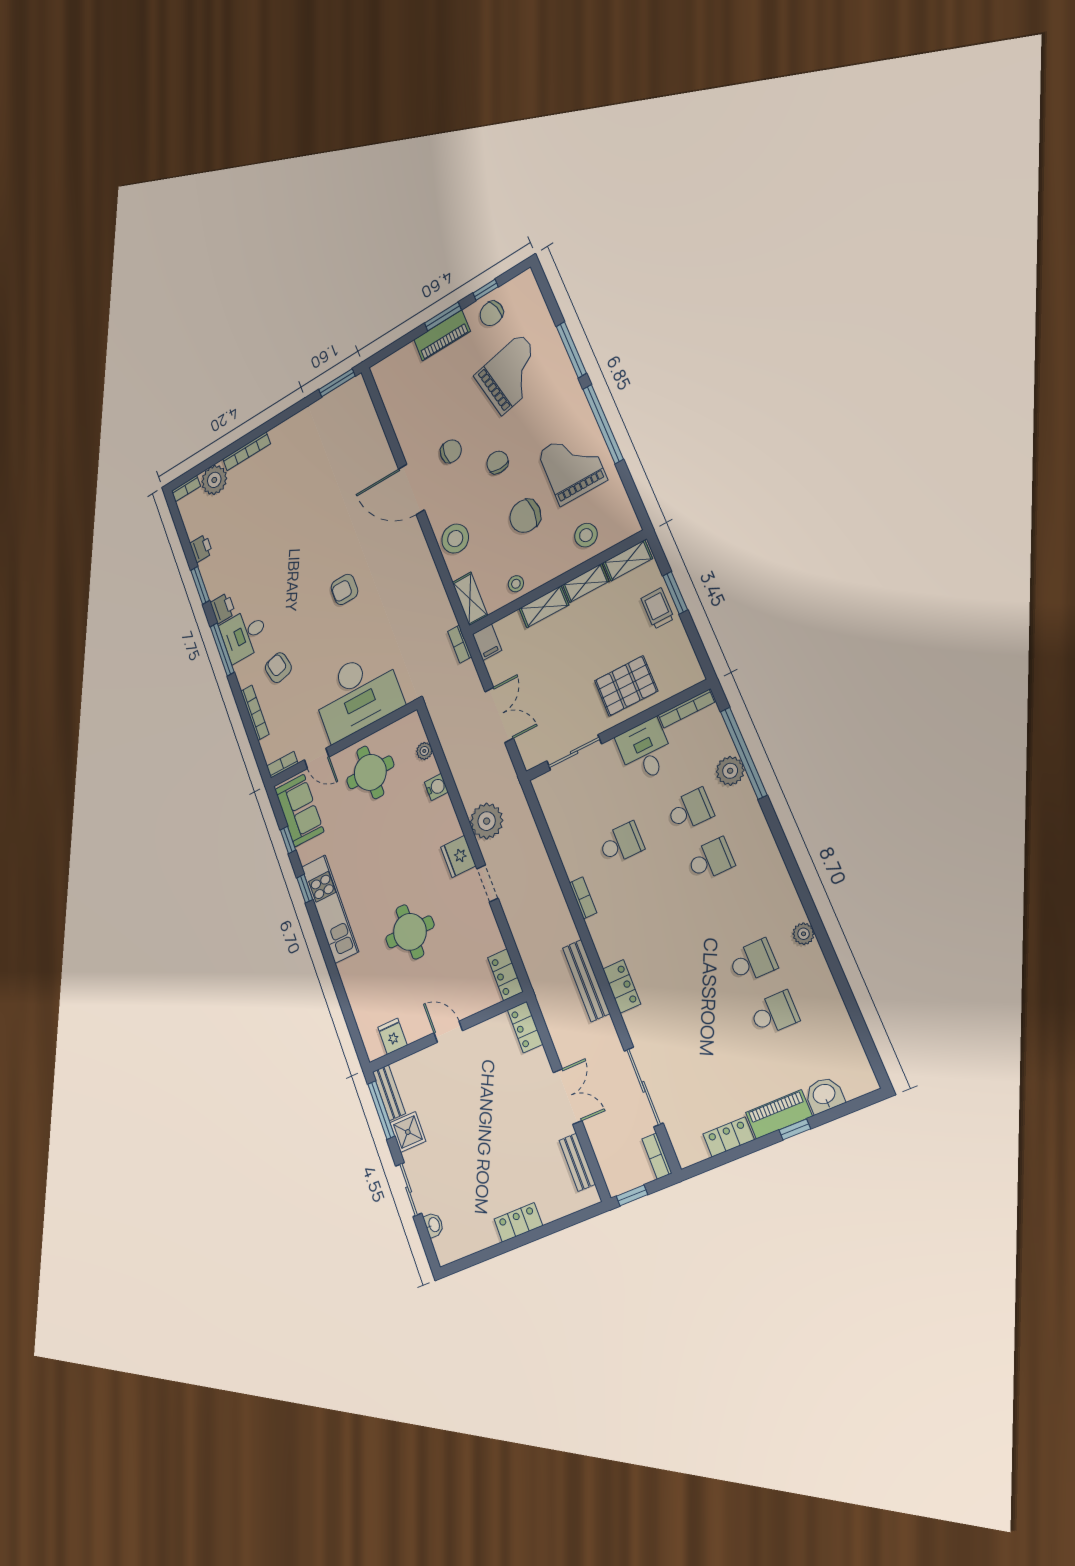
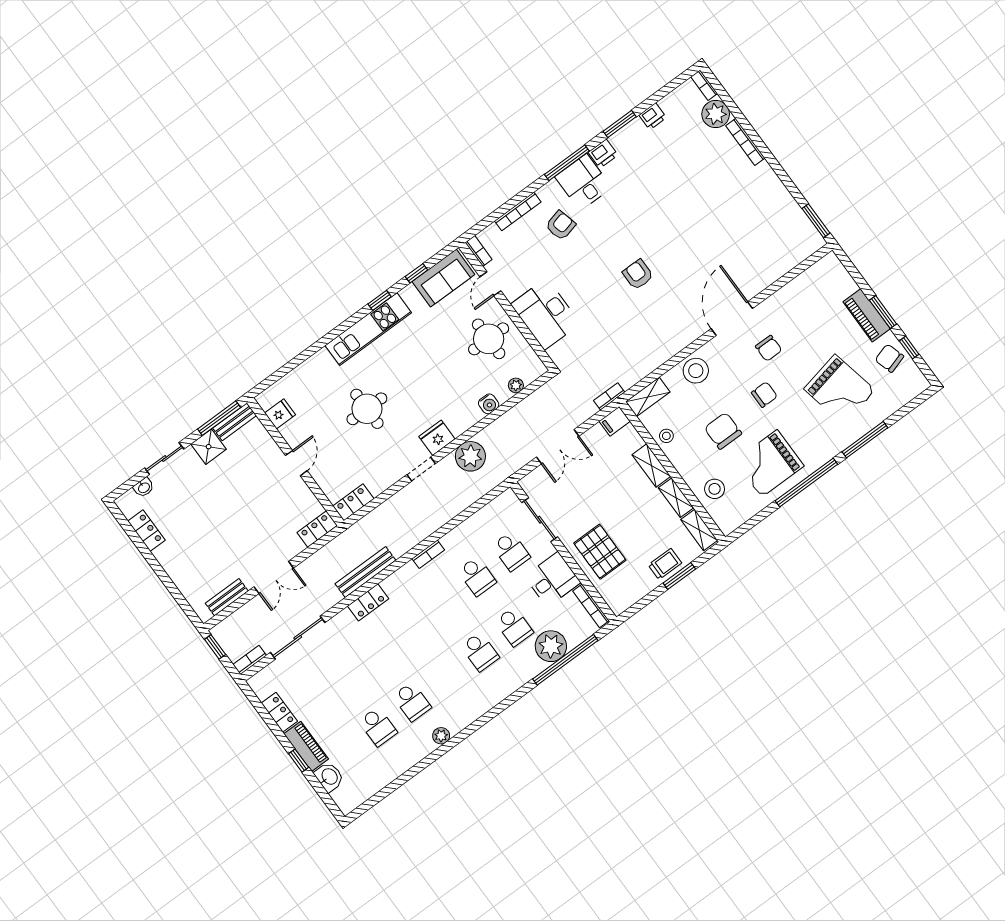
grand piano: (572, 466) -> (769, 463), turned 180
desk: (357, 695) -> (546, 314), width x0.73, depth x0.77
plant: (730, 771) -> (551, 646), width x1.36, depth x1.36
school desk: (602, 795) -> (511, 551), added
locker: (518, 1222) -> (146, 531), moved

